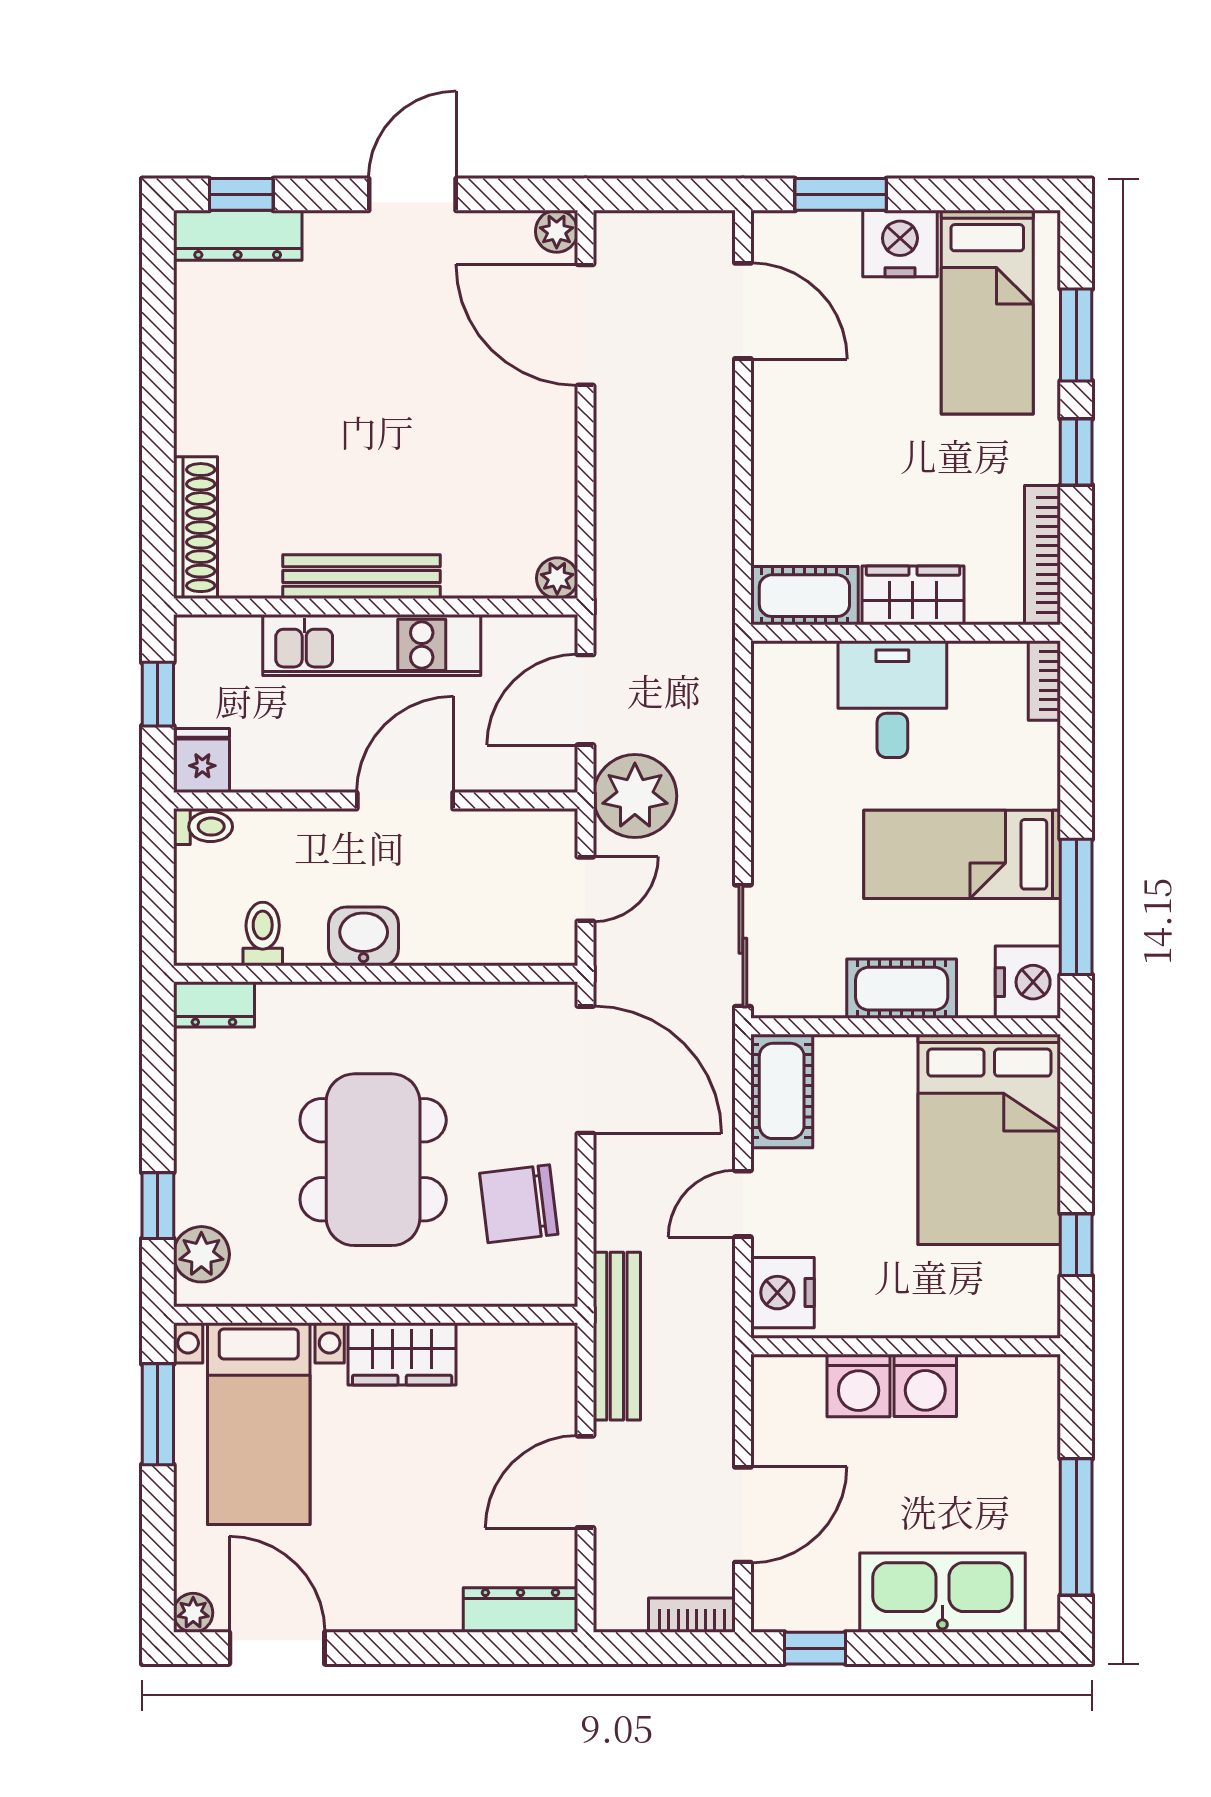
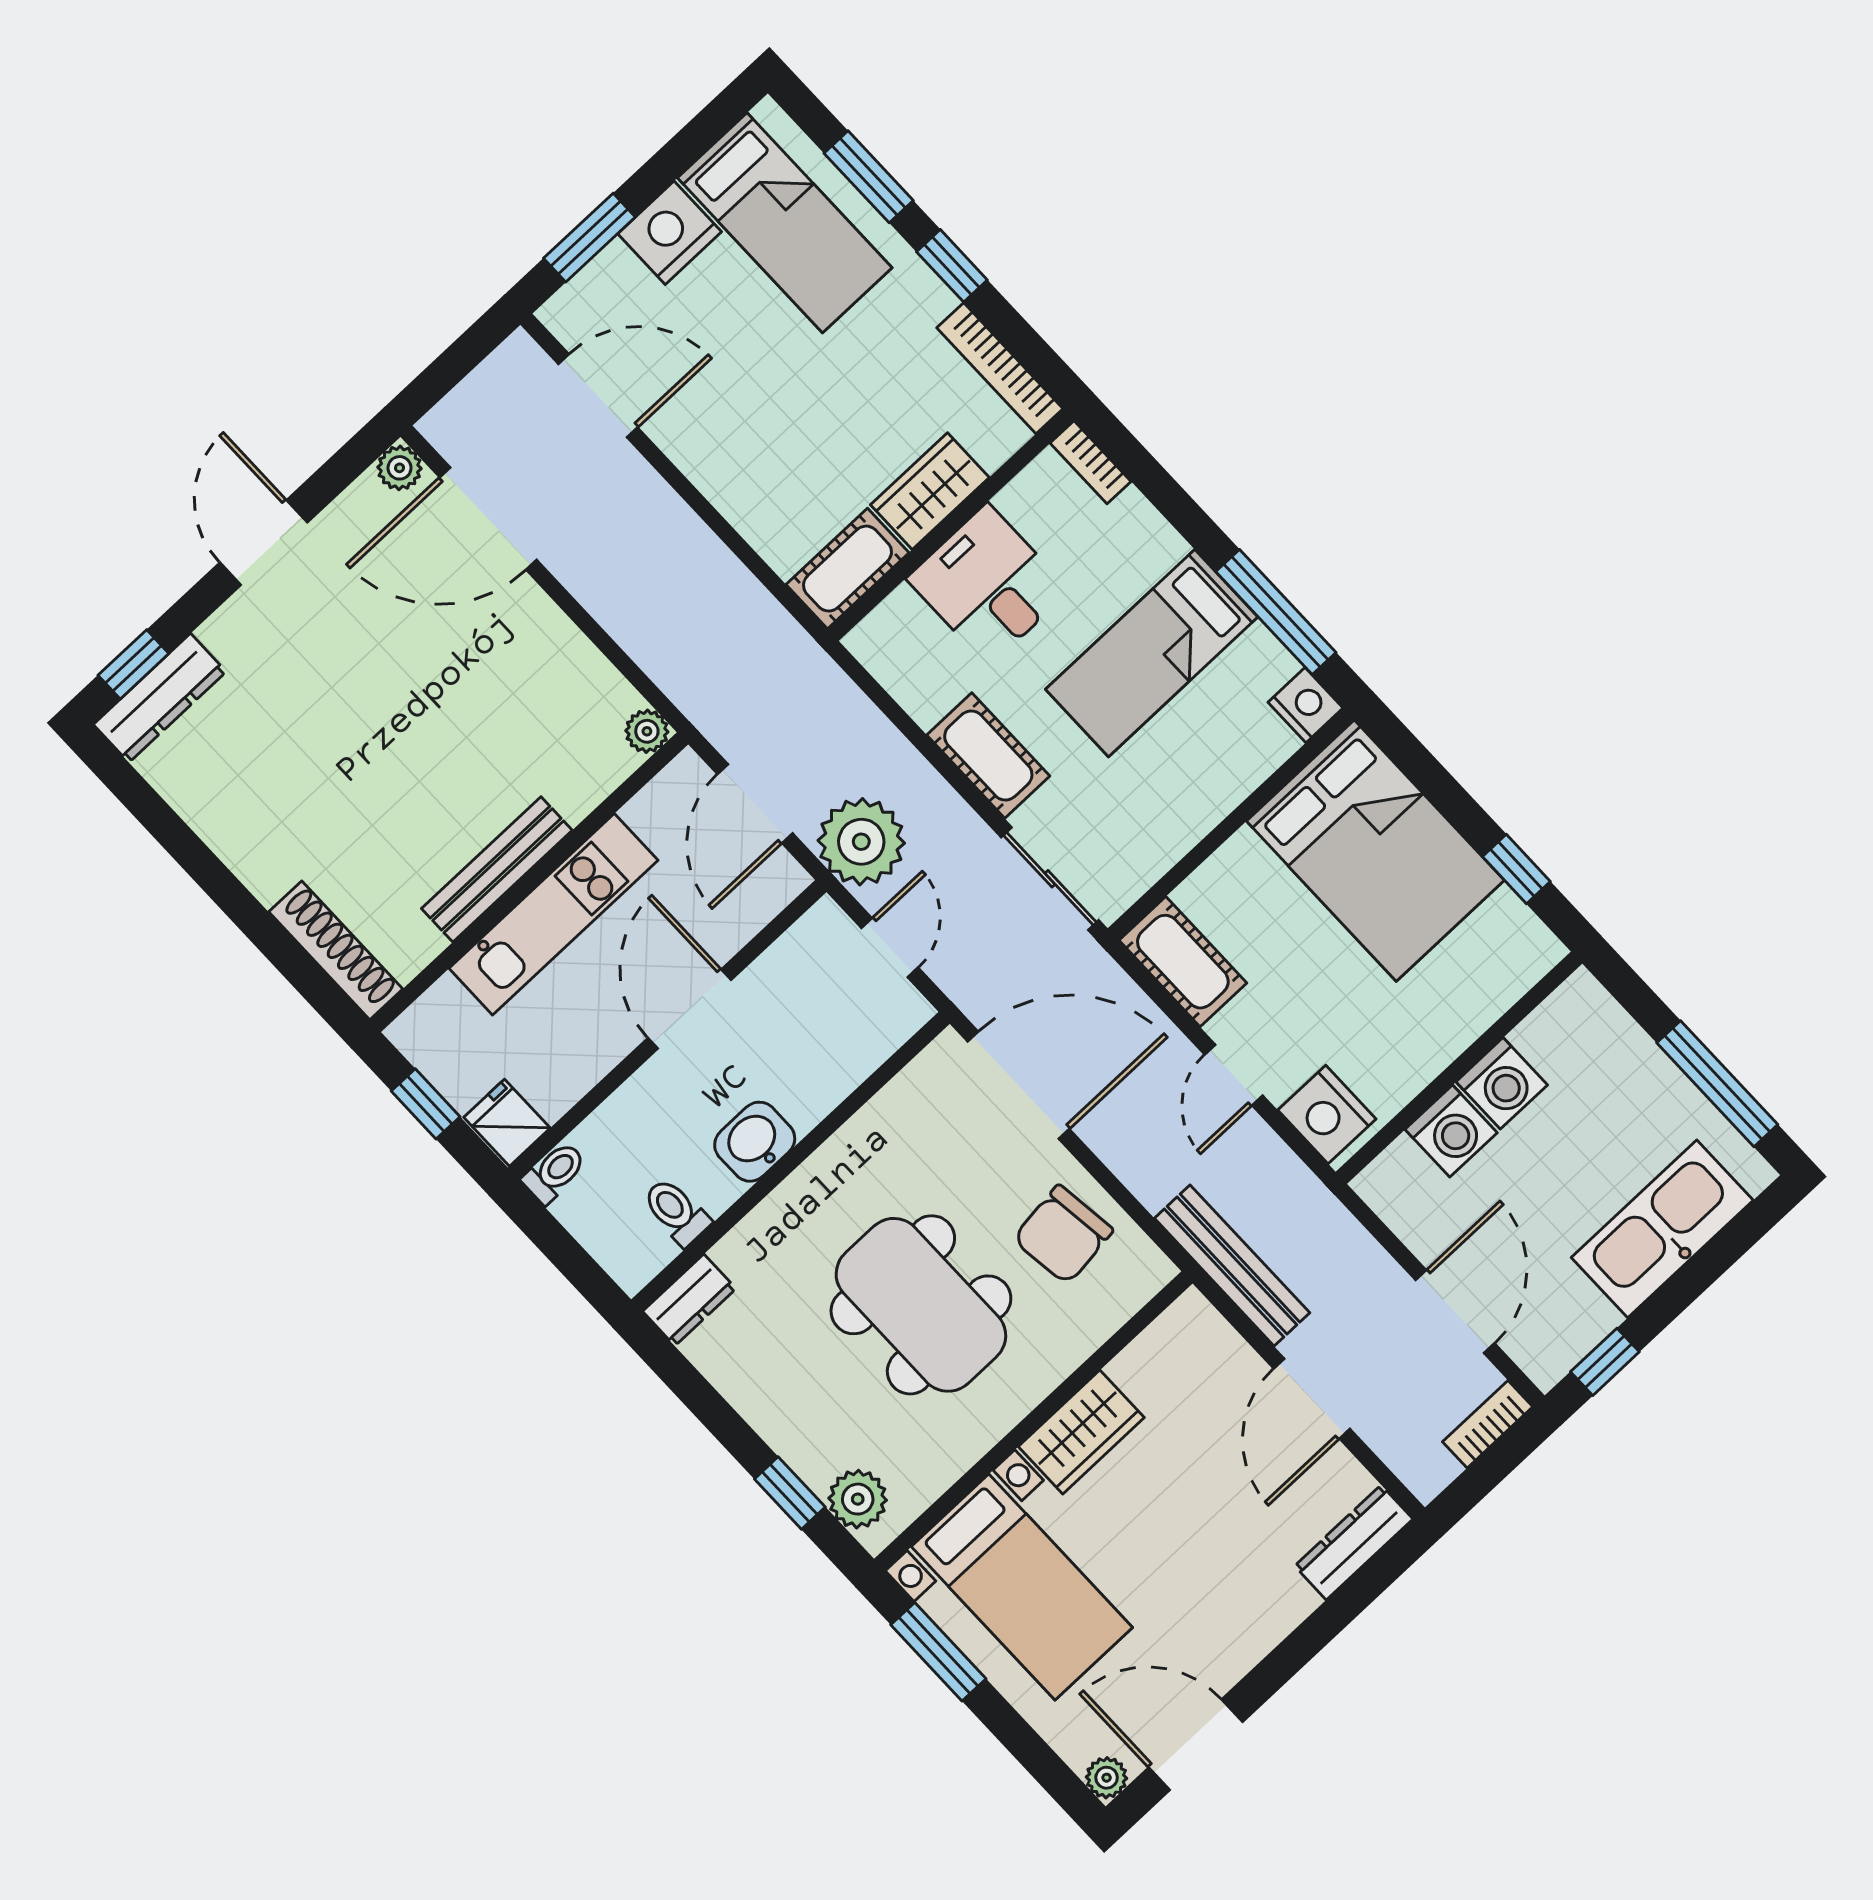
nightstand: (1028, 982) -> (1306, 705), width x0.74, depth x0.75
cot: (902, 989) -> (988, 755), moved, turned 90

